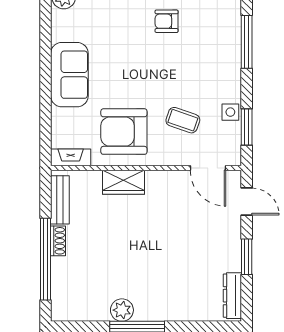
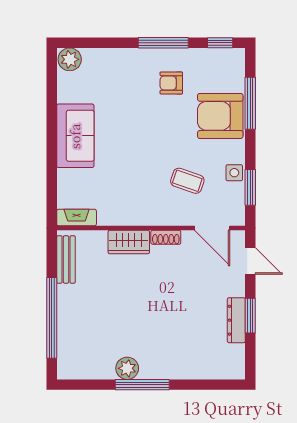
armchair: (124, 132) -> (220, 116), moved
shoe rack: (58, 241) -> (166, 237), moved, turned 90
dresser: (232, 296) -> (236, 320), moved

